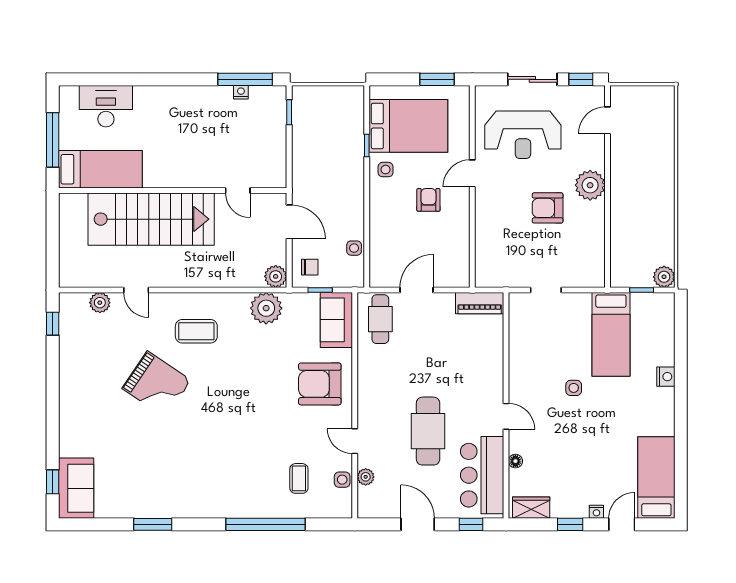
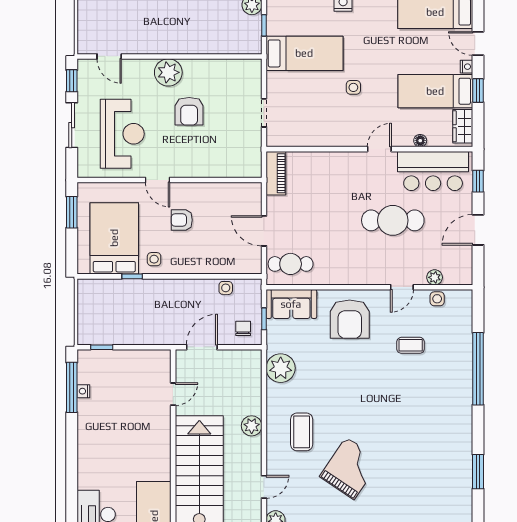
plant: (276, 276) -> (252, 426), moved
coffee table: (299, 478) -> (411, 345), moved
bed: (570, 478) -> (435, 91), added

